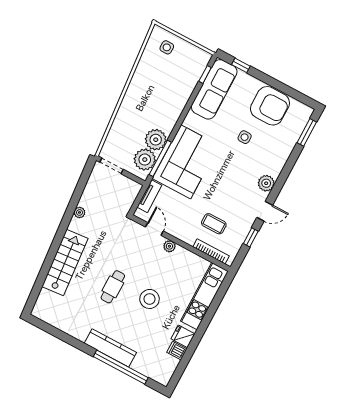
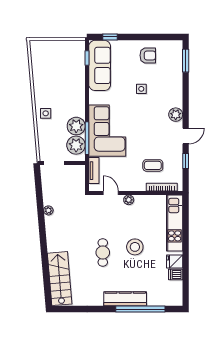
side table: (167, 47) -> (46, 113), moved
armchair: (270, 106) -> (148, 55), width x0.53, depth x0.53
stairs: (65, 262) -> (60, 279), moved

